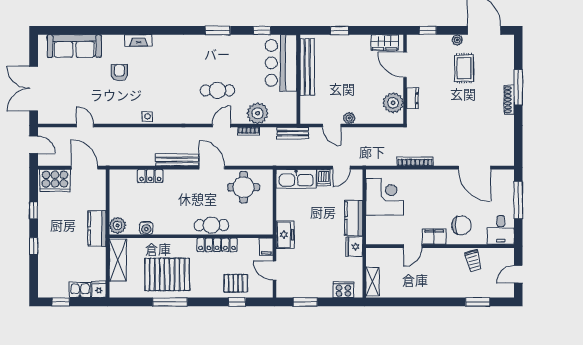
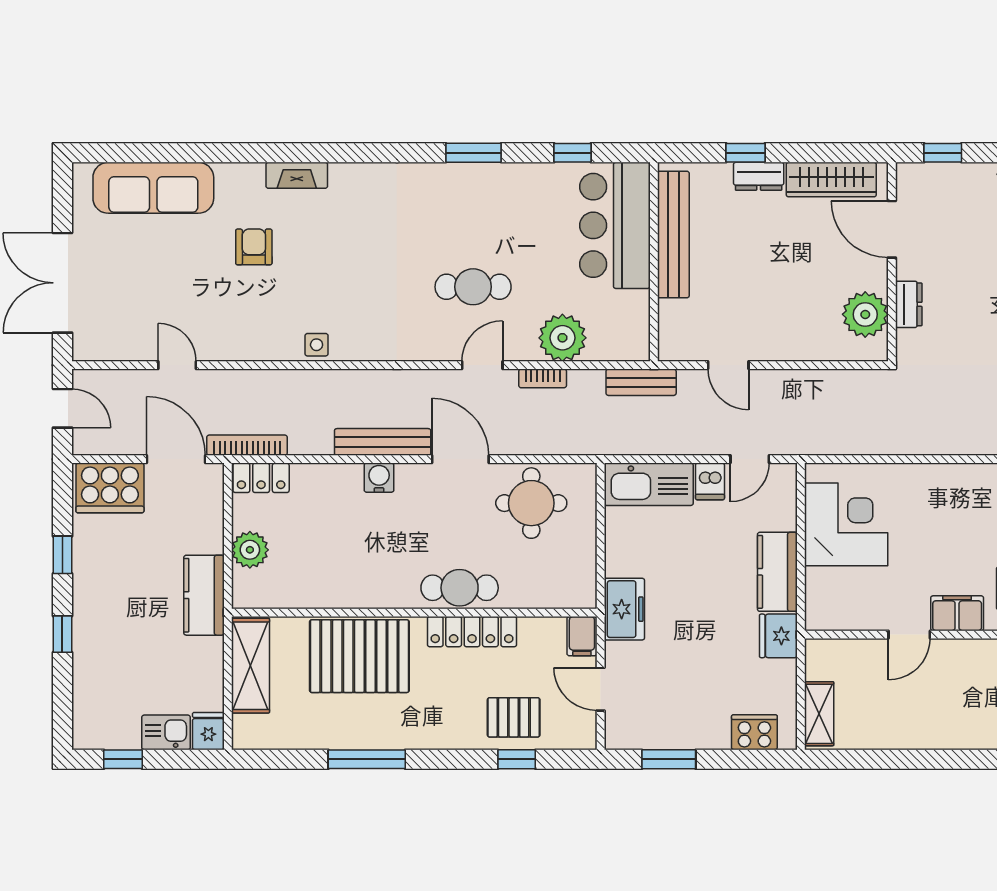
dresser: (345, 41) -> (759, 176), added
wardrobe: (385, 42) -> (831, 180), width x1.50
plant: (349, 118) -> (767, 349), removed
bookcase: (415, 161) -> (247, 445), moved
locker: (150, 176) -> (261, 478), moved
plant: (118, 225) -> (250, 550), moved
water cooler: (146, 228) -> (379, 478), moved, turned 180
pallet: (167, 274) -> (359, 656), moved

